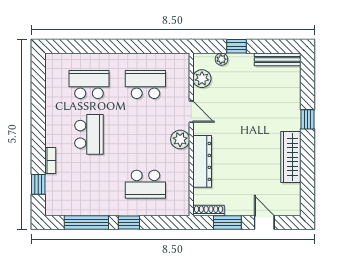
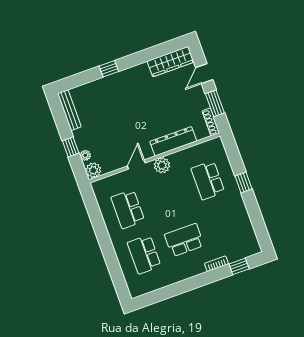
plant: (202, 79) -> (93, 170), moved
wardrobe: (291, 157) -> (171, 62), moved
school desk: (145, 184) -> (208, 180), turned 180
window: (86, 222) -> (256, 217), removed

